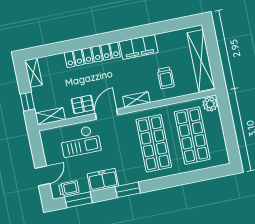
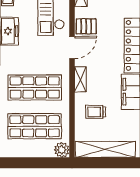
pallet: (83, 104) -> (86, 26), turned 90
door: (107, 114) -> (72, 48), hinge flipped

